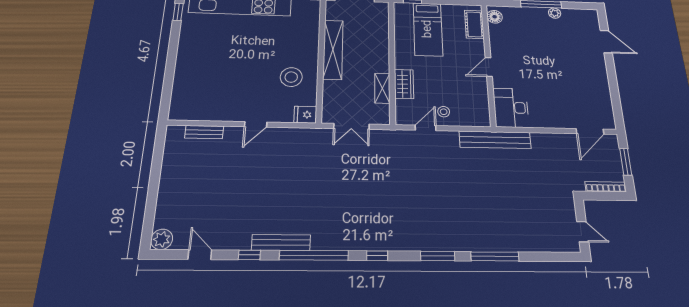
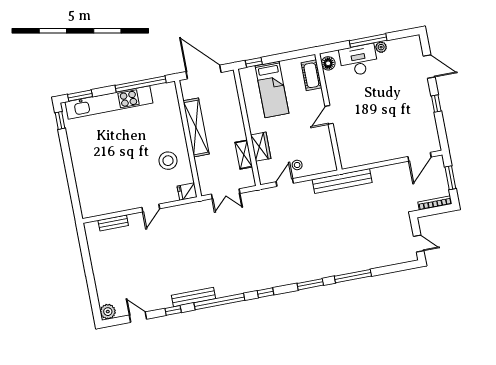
window: (612, 79) -> (436, 104), added
desk: (511, 108) -> (359, 60), moved, turned 90

